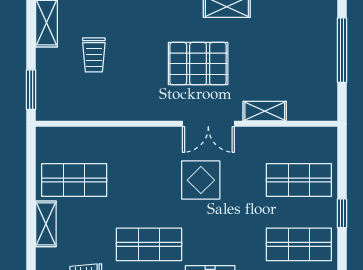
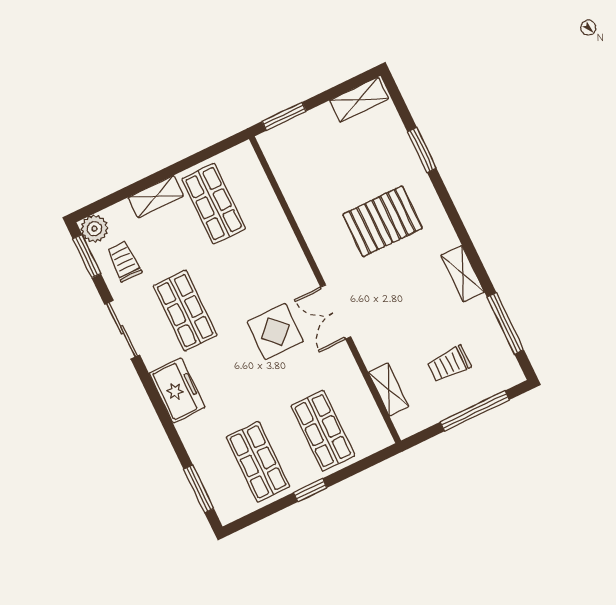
trolley: (94, 55) -> (449, 364), moved
pallet: (198, 64) -> (383, 221), moved, turned 90
shelving: (265, 111) -> (389, 389), moved

